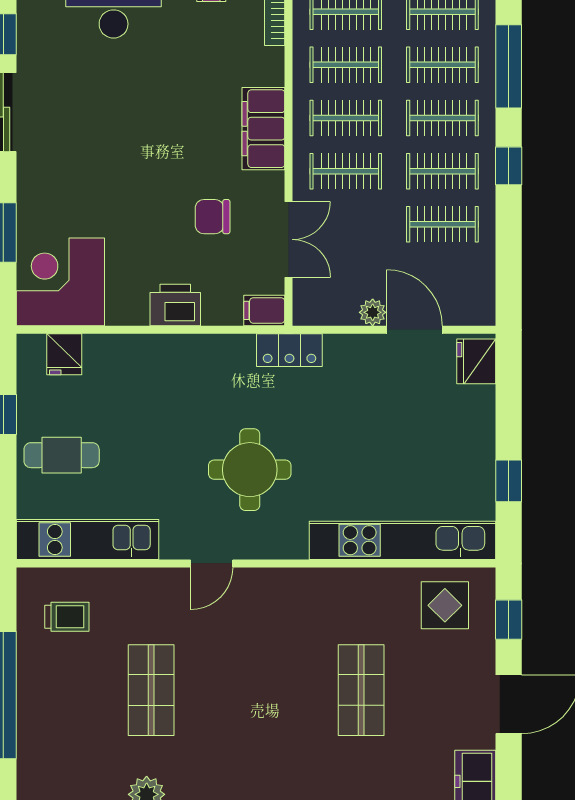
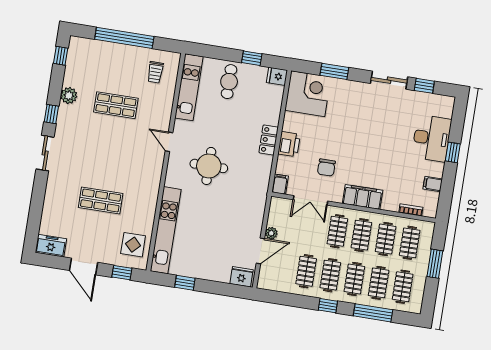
chair: (213, 217) -> (326, 167), turned 180
locker: (289, 350) -> (269, 140), moved
fridge: (64, 354) -> (277, 76), moved

